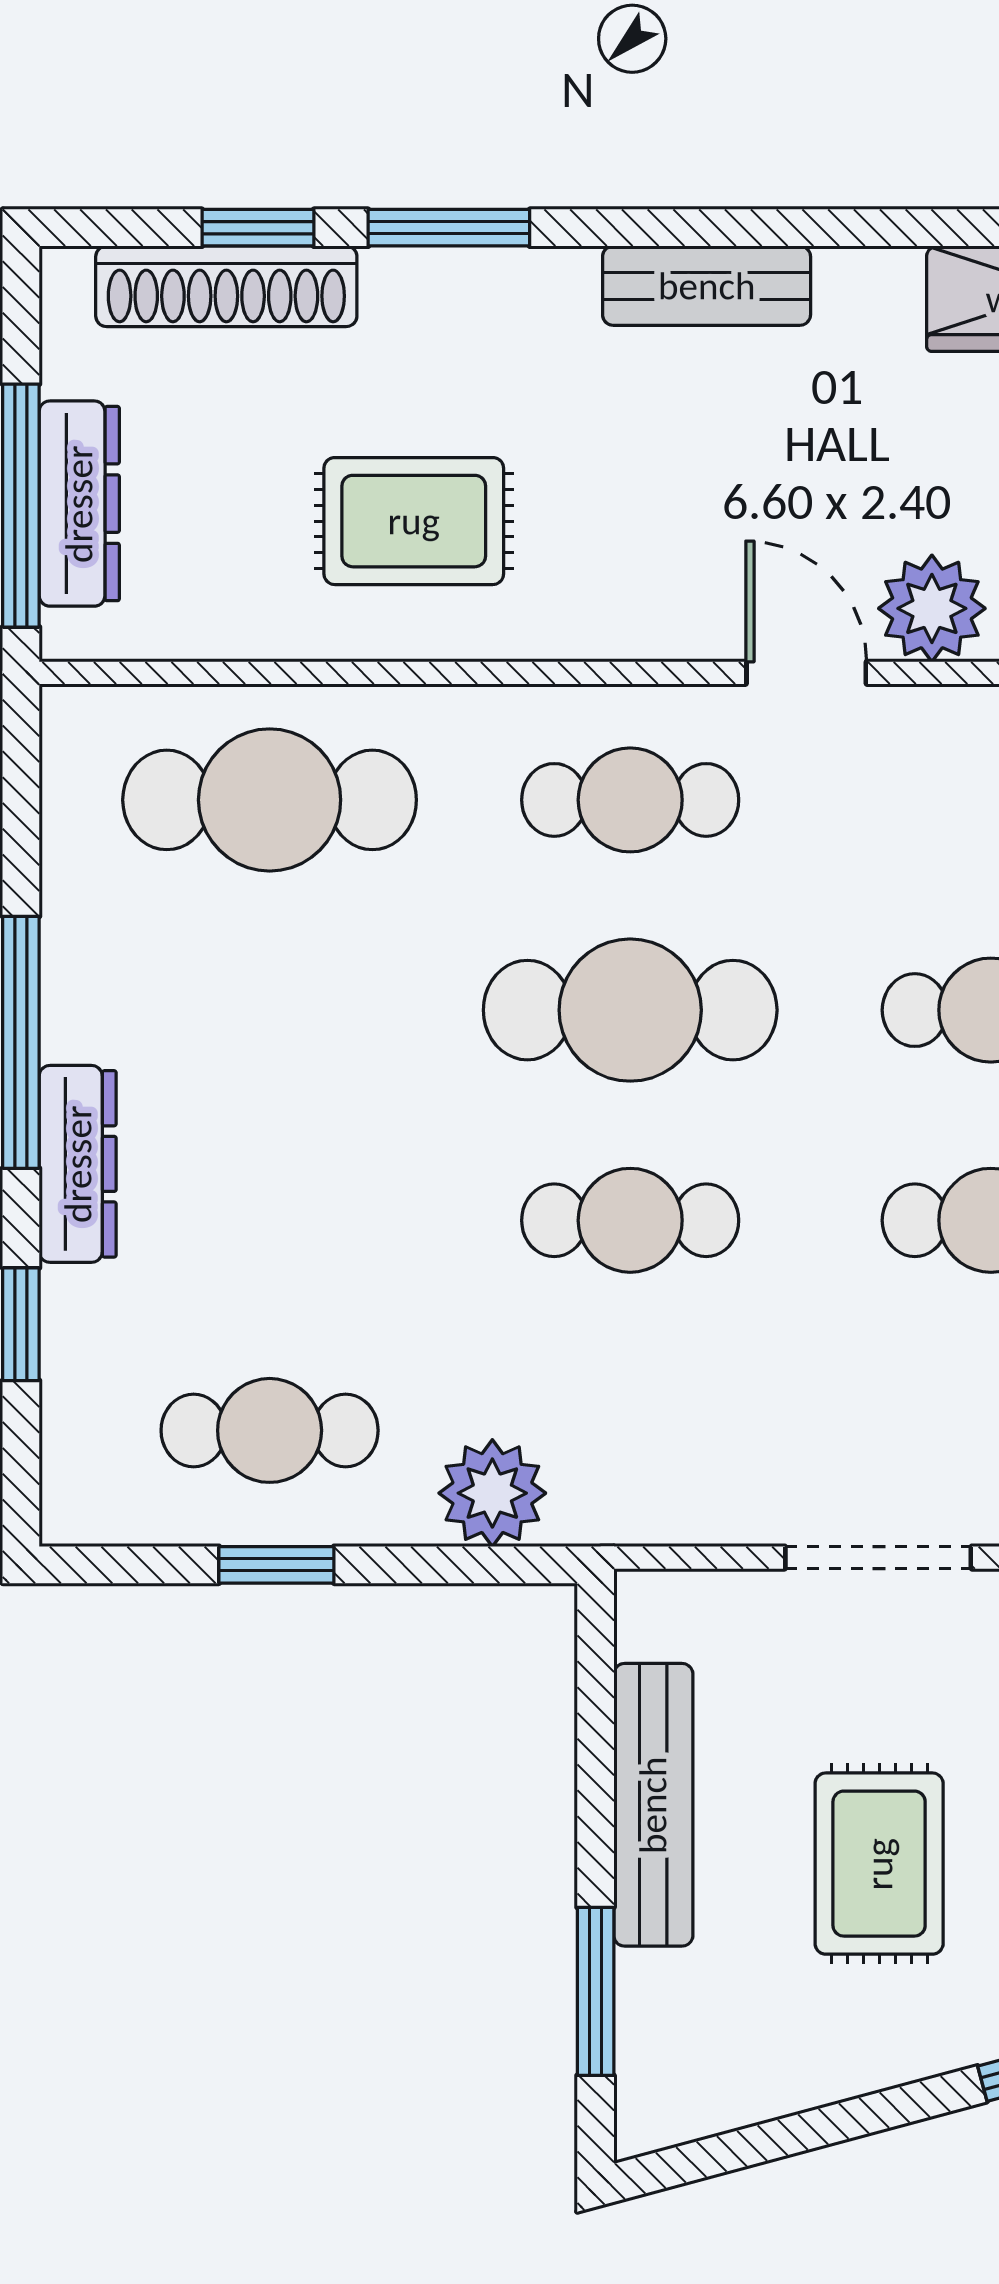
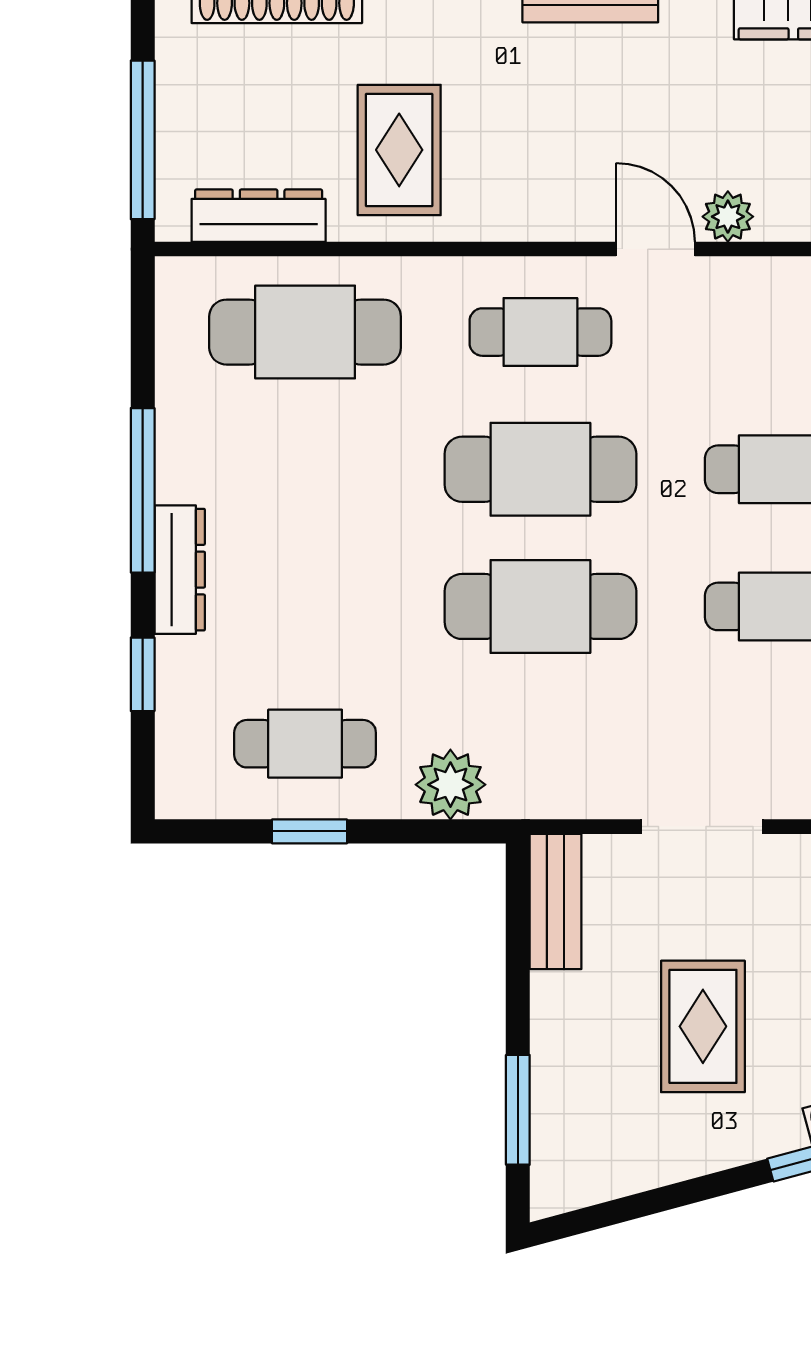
dresser: (79, 504) -> (259, 216), moved, turned -90
rug: (414, 521) -> (399, 150), turned 90
plant: (932, 608) -> (728, 217), width x0.73, depth x0.73
cafe table: (630, 1220) -> (540, 606), width x1.37, depth x1.35
bench: (653, 1805) -> (556, 901), moved, width x0.73

